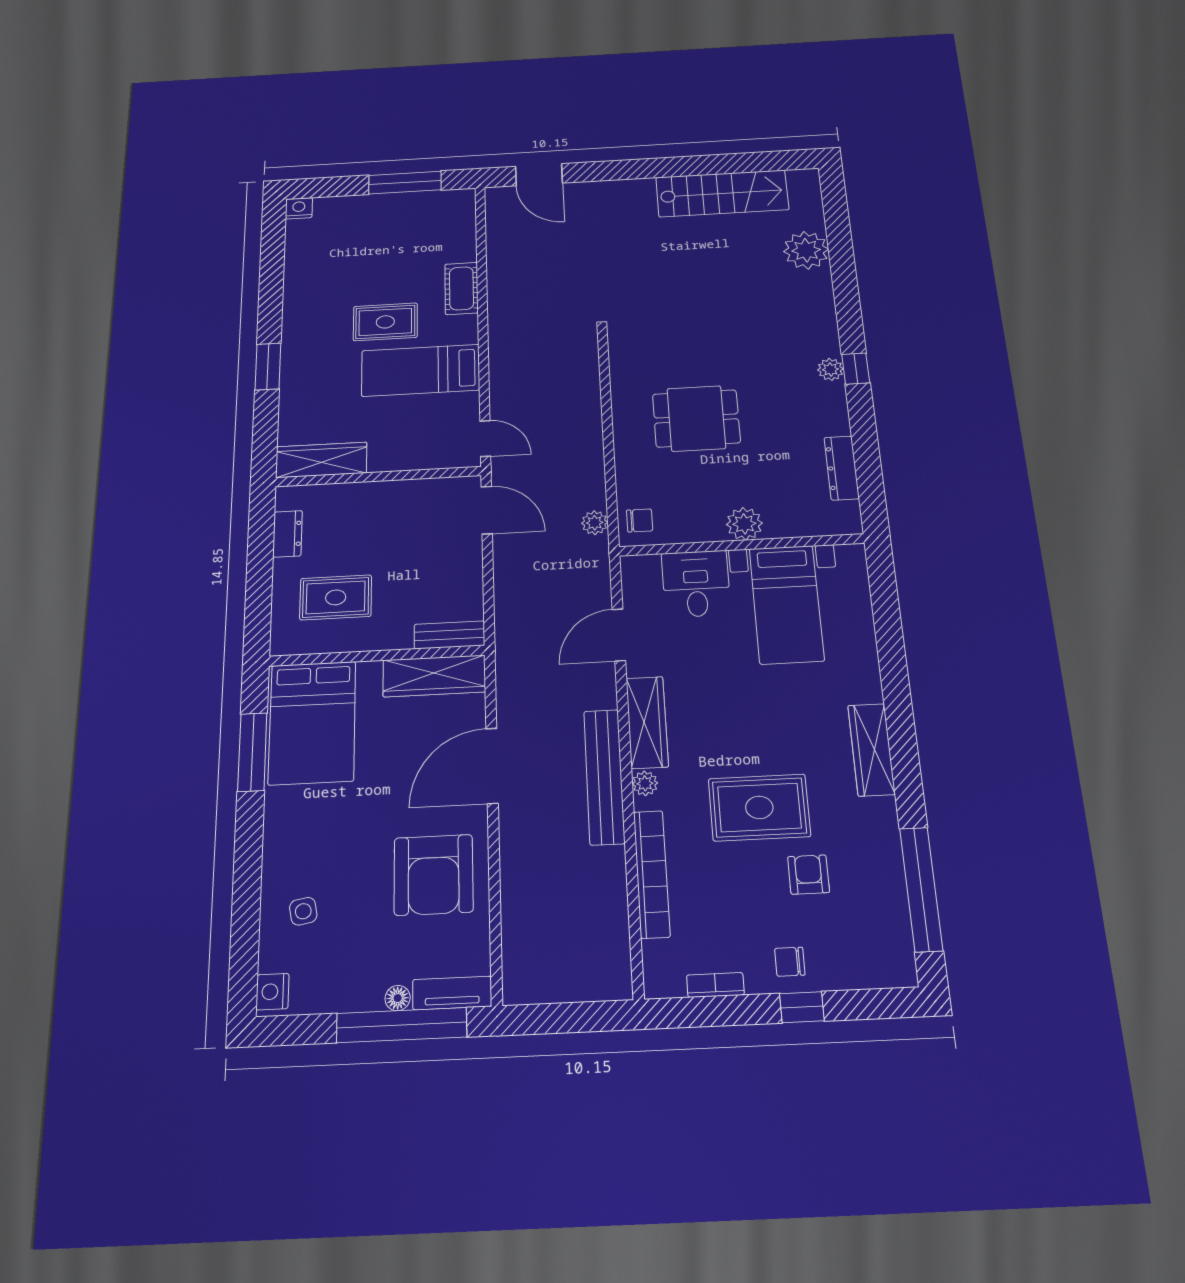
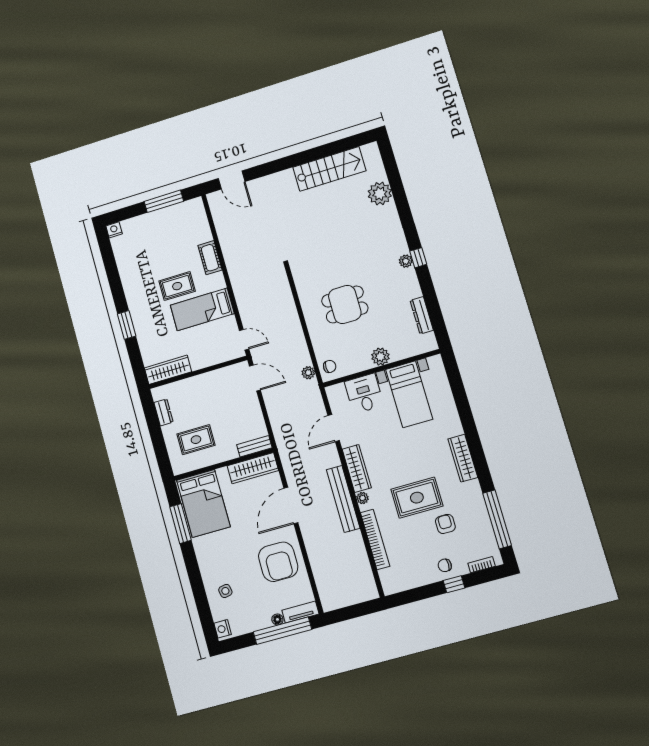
bookcase: (715, 985) -> (482, 565), moved

